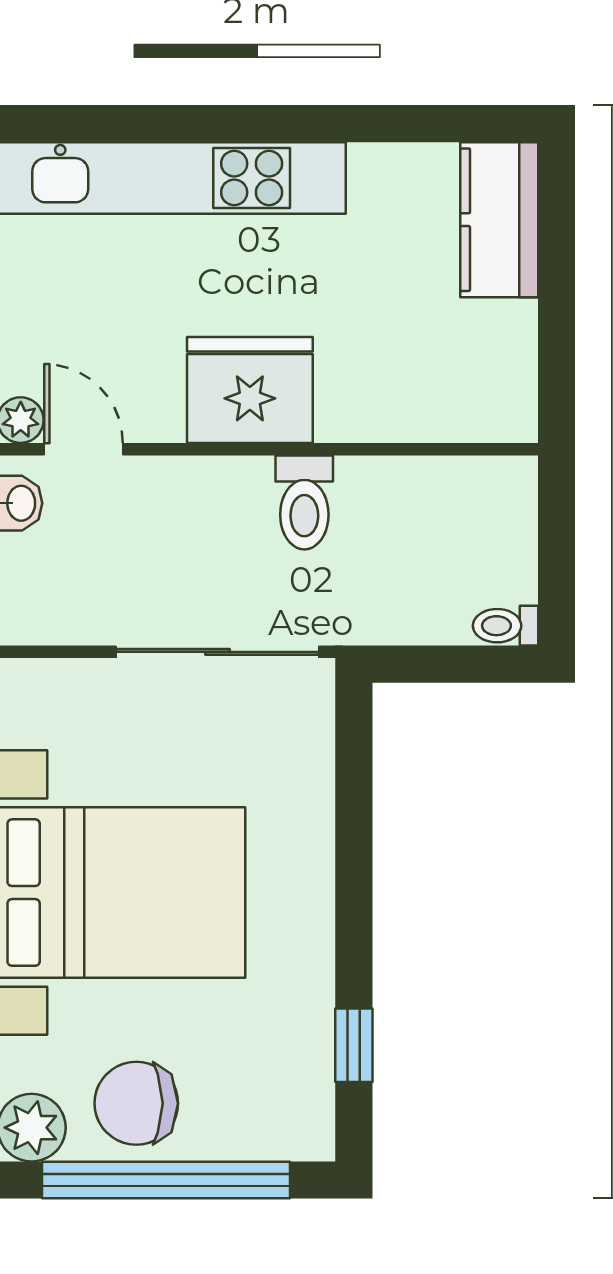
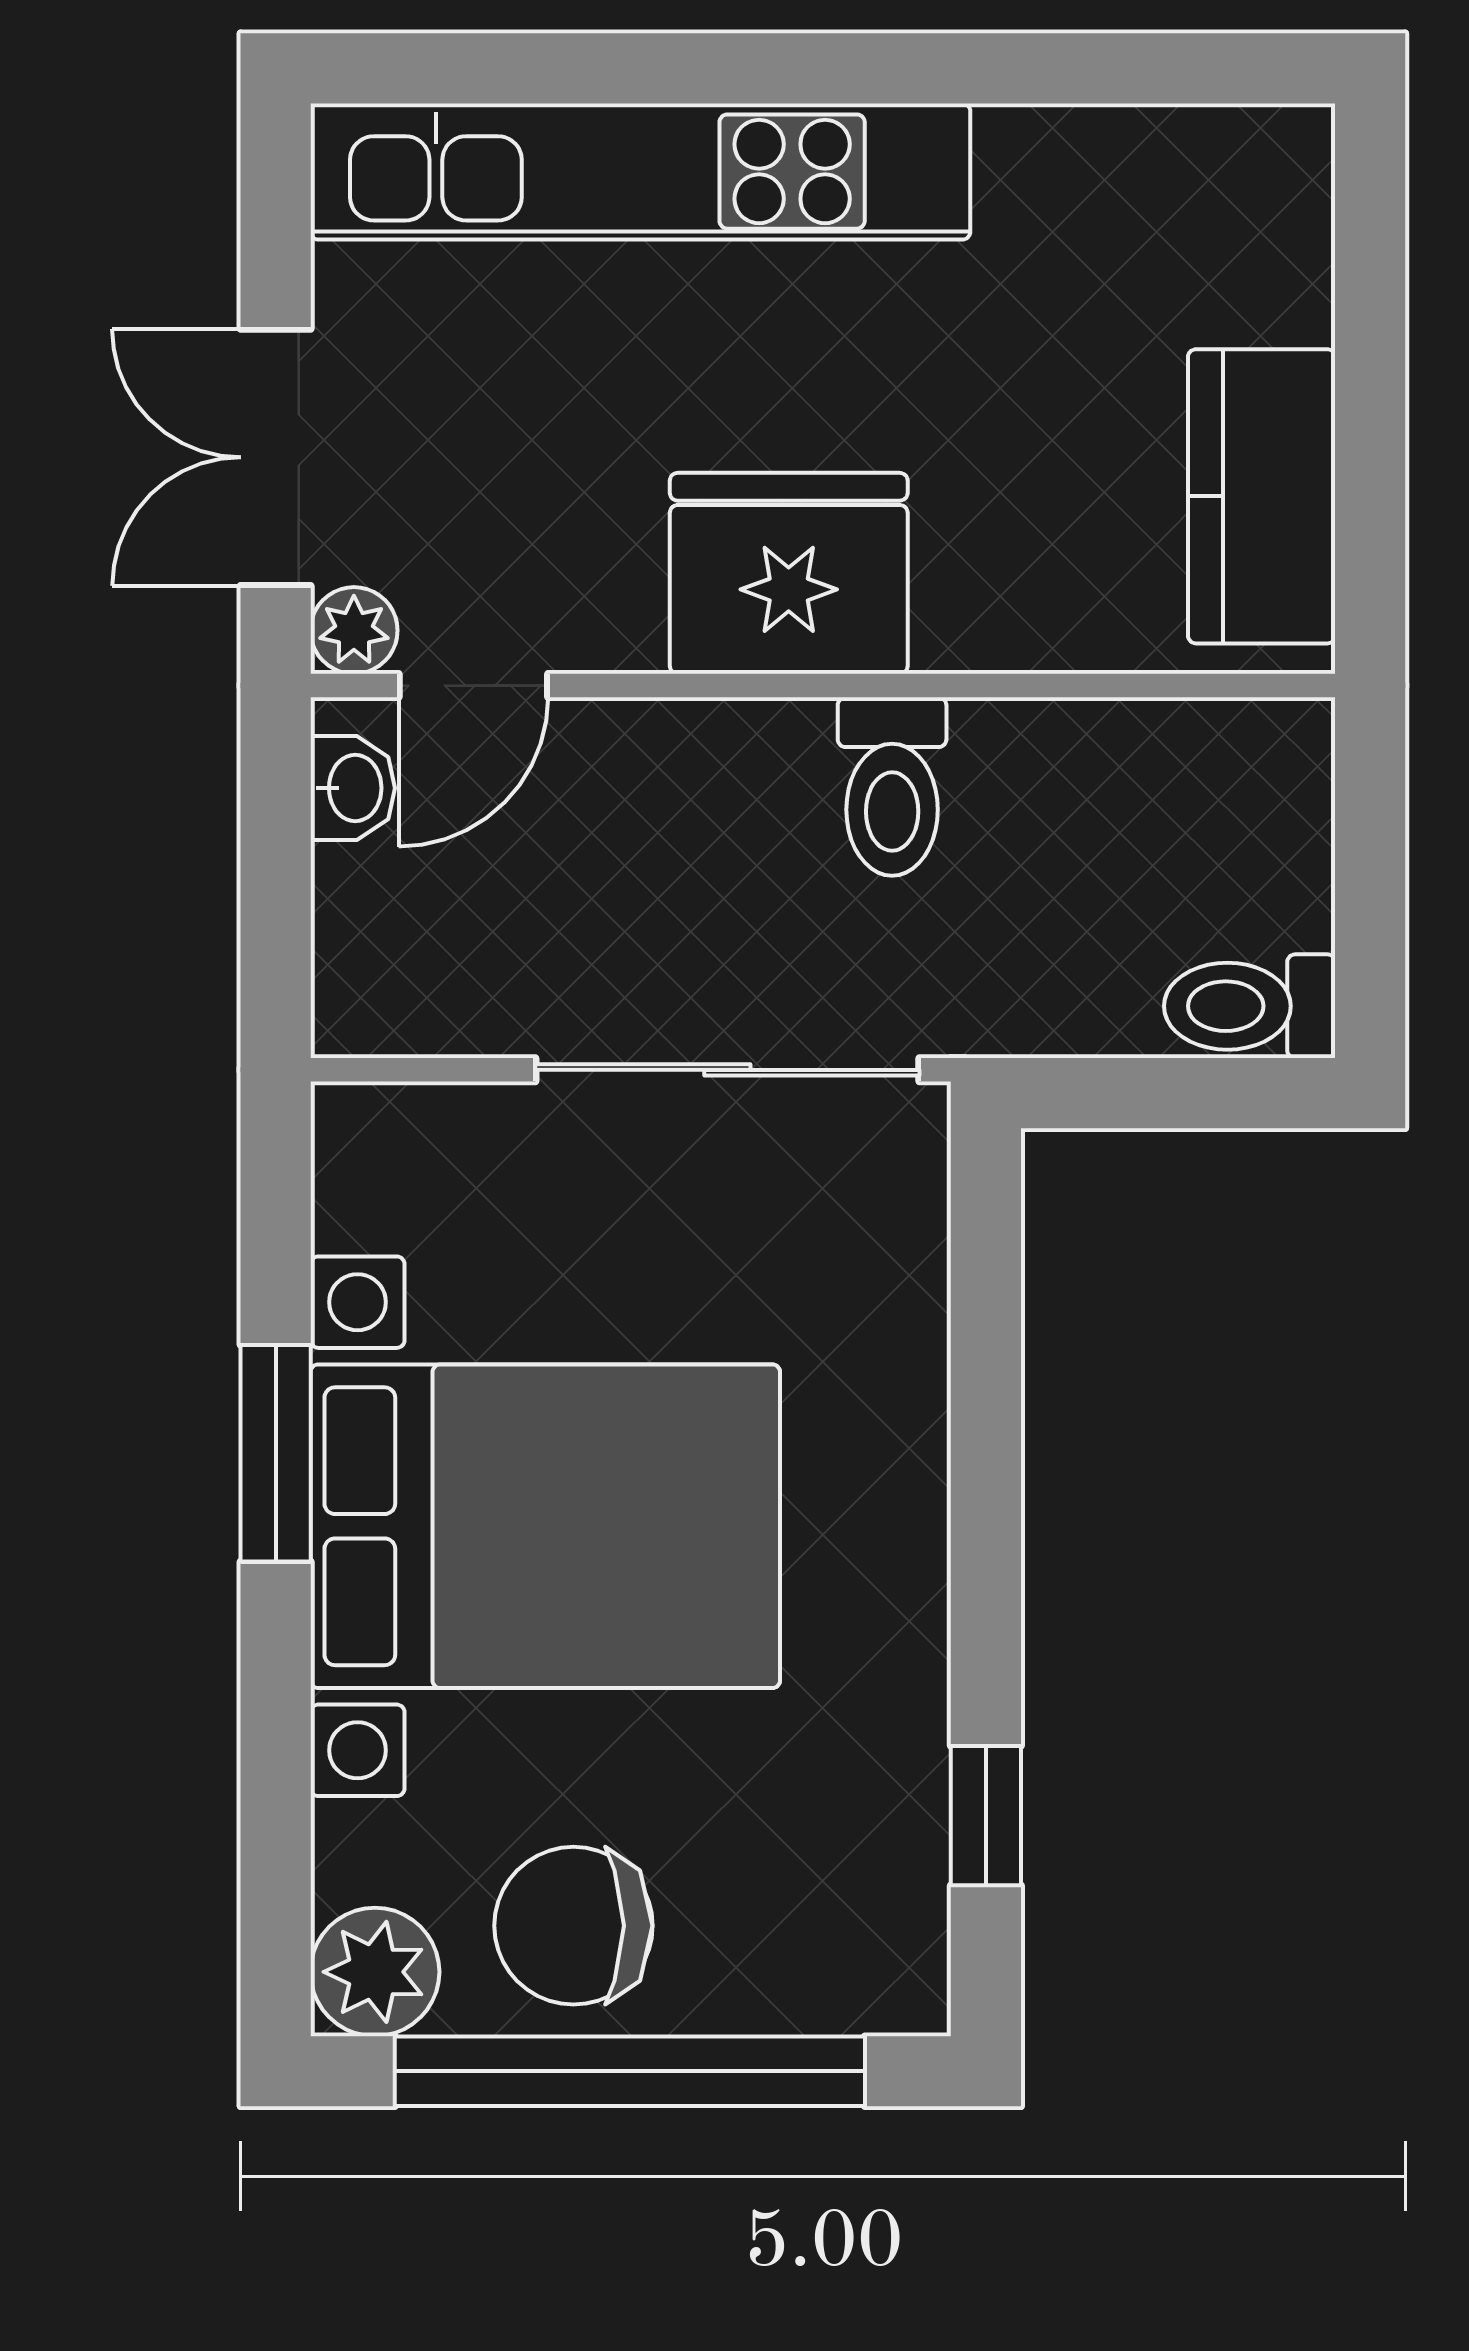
kitchen counter: (499, 220) -> (1262, 496), moved
door: (83, 449) -> (473, 686), swing flipped
toilet: (506, 626) -> (1250, 1006), width x1.37, depth x1.39

